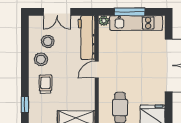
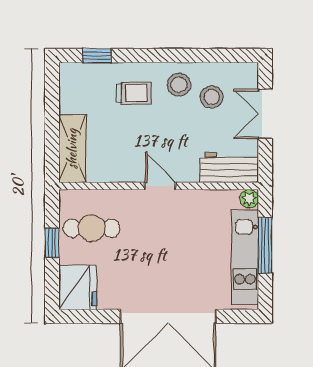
workbench: (87, 38) -> (229, 168), width x0.73

